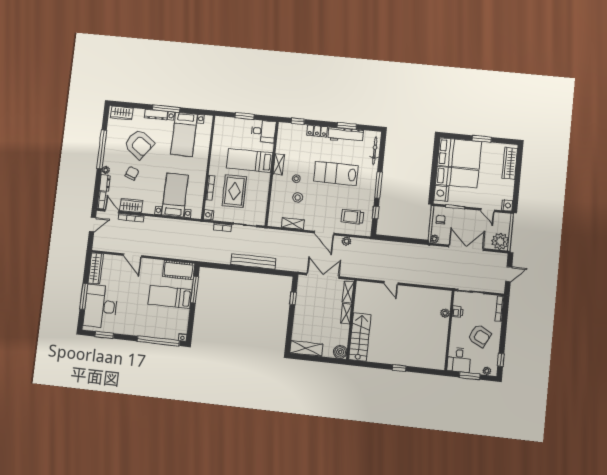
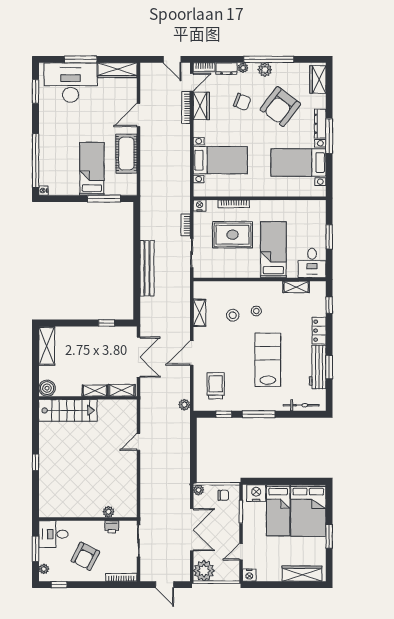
plant: (109, 153) -> (265, 70), added
shelving: (279, 164) -> (296, 287), moved
plant: (346, 241) -> (184, 405), moved
cot: (179, 270) -> (126, 154), moved

